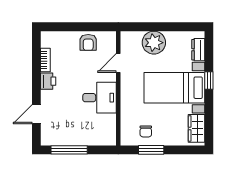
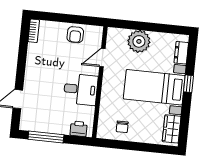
bookcase: (45, 60) -> (34, 31), moved
printer: (48, 81) -> (79, 129), moved, turned -90
window: (151, 150) -> (126, 145), removed

